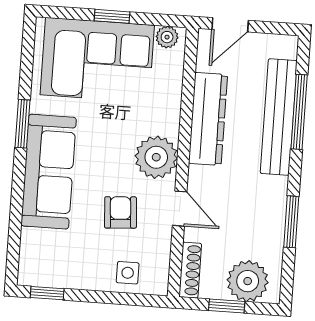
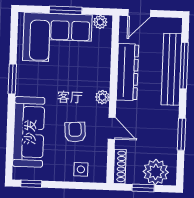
window: (112, 16) -> (66, 10), width x1.50
plant: (156, 157) -> (102, 97), width x0.53, depth x0.53
sofa: (49, 172) -> (29, 132), moved

